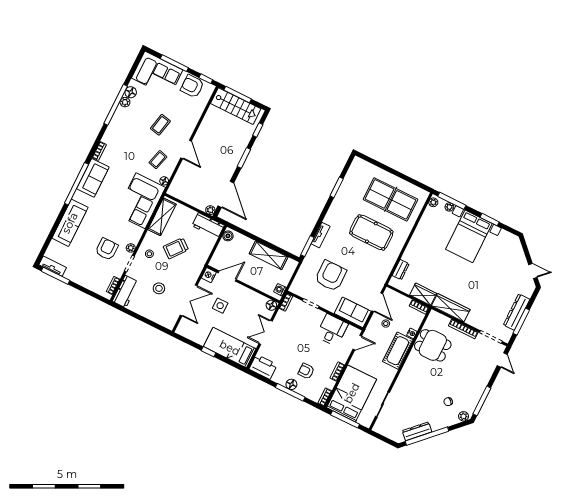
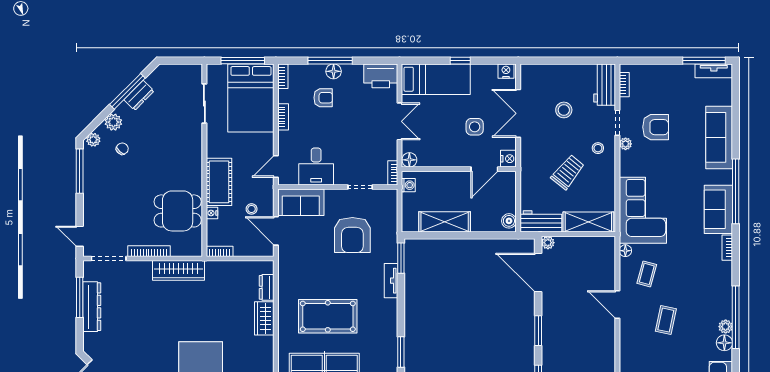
shelving: (162, 217) -> (588, 222), moved, turned 90
armchair: (107, 249) -> (656, 127), turned -90
wardrobe: (423, 294) -> (264, 318), moved, turned 90
nightstand: (183, 331) -> (506, 71), added
plant: (445, 421) -> (113, 122), added
dresser: (417, 431) -> (139, 95), width x0.70
window: (427, 436) -> (127, 91), width x0.68

